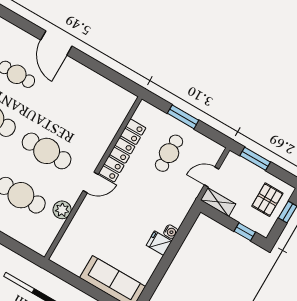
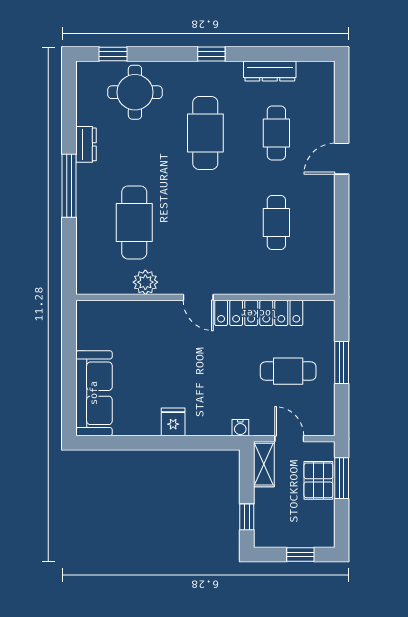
door: (56, 43) -> (342, 159), width x0.73
cafe table: (47, 151) -> (276, 222), moved, width x0.73, depth x0.74
pallet: (267, 200) -> (318, 480), moved, turned 90
water cooler: (171, 232) -> (240, 428), moved

